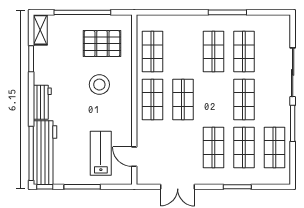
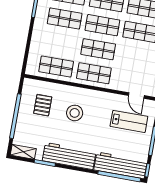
pallet: (102, 44) -> (43, 105), width x0.67, depth x0.71
shop shelf: (213, 100) -> (102, 25), added
workbench: (42, 102) -> (69, 156), width x1.87, depth x1.32
lab bench: (101, 153) -> (129, 121), turned 180
door: (134, 157) -> (136, 96), hinge flipped

